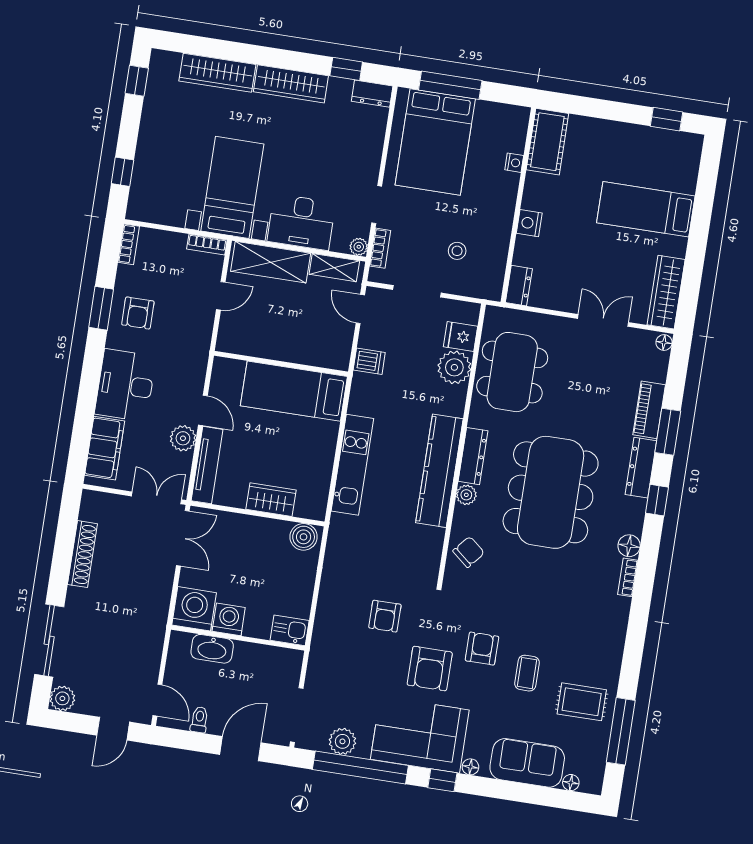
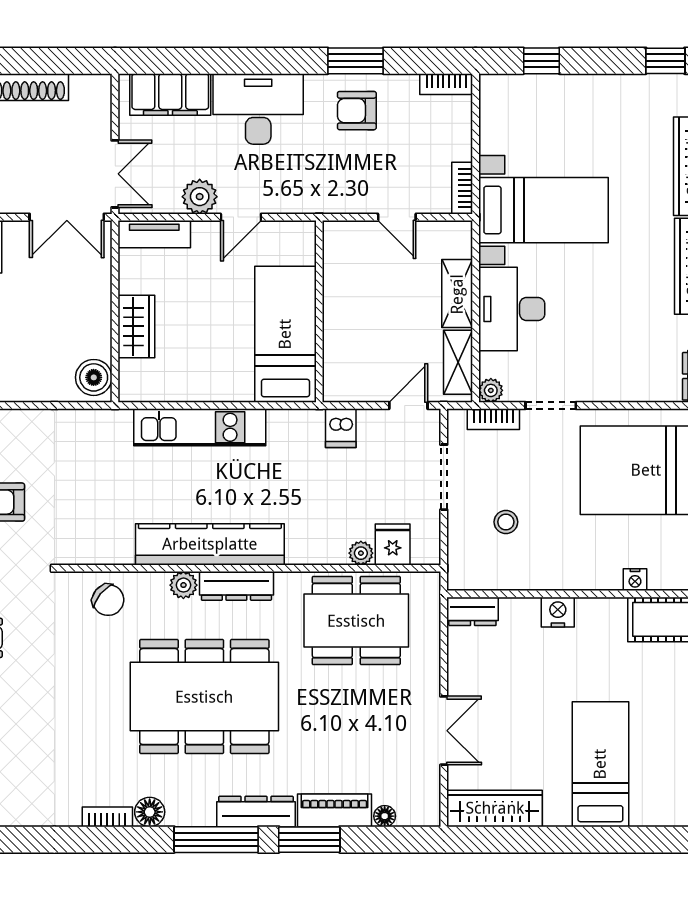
shelving: (271, 262) -> (457, 294), width x0.67, depth x0.75
floor lamp: (664, 343) -> (385, 816), moved
plant: (454, 367) -> (361, 553), width x0.53, depth x0.53
tv unit: (207, 465) -> (154, 234), width x0.71
window: (657, 500) -> (216, 840), width x2.17

